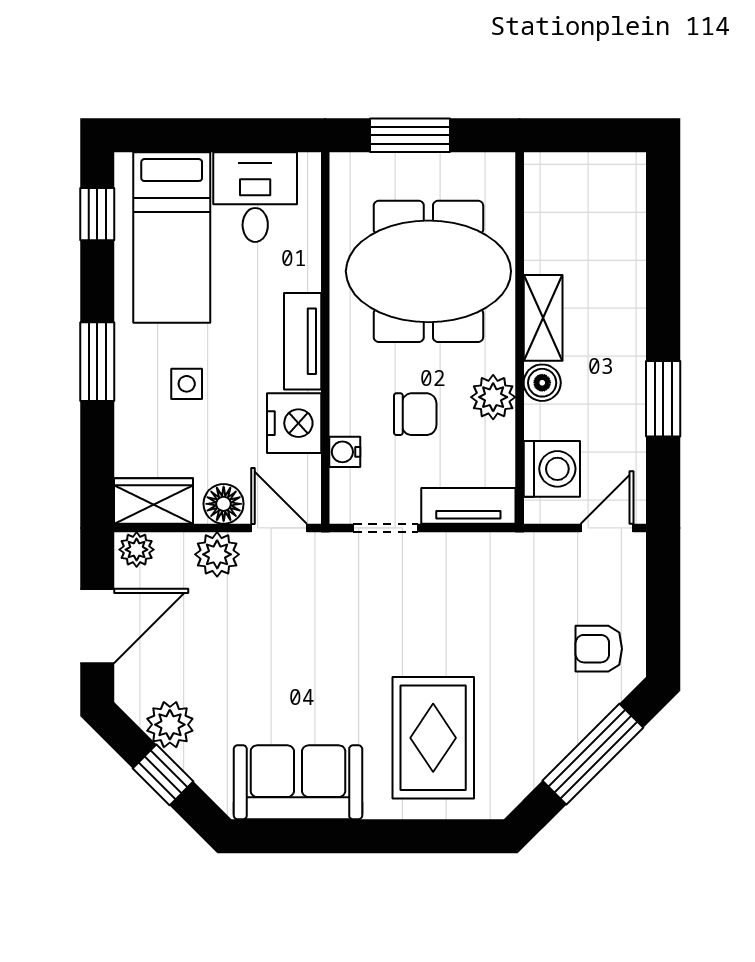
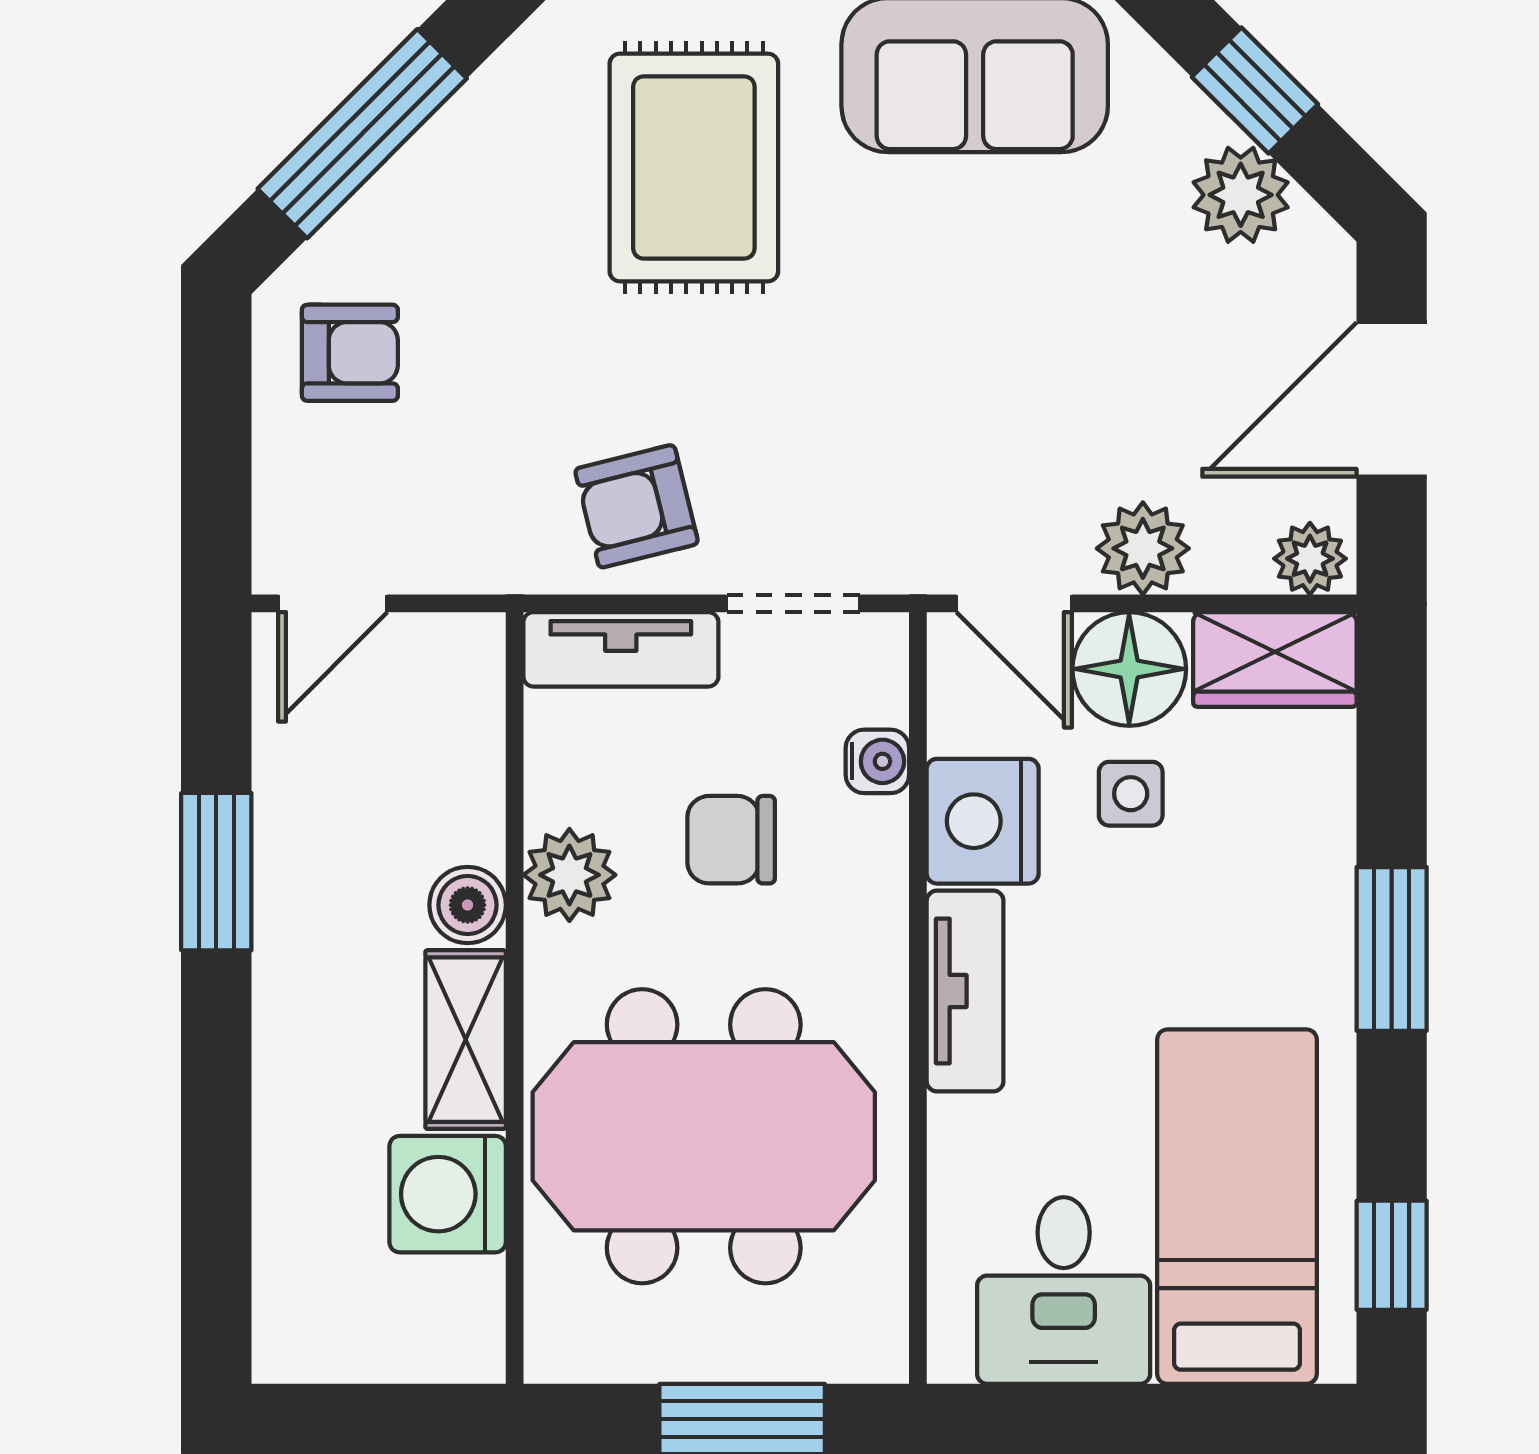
side table: (187, 384) -> (1131, 794), moved
washing machine: (552, 469) -> (448, 1194), moved
floor lamp: (224, 504) -> (1129, 669), width x1.38, depth x1.38
armchair: (461, 575) -> (637, 506), added

